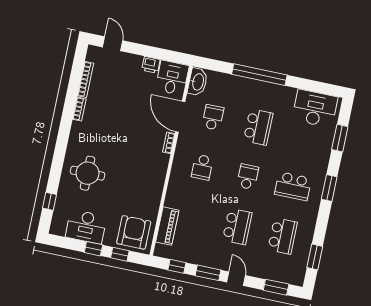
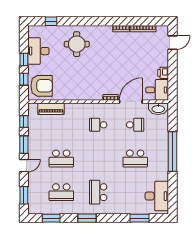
school desk: (248, 177) -> (98, 158), removed
window: (329, 188) -> (87, 218), moved

